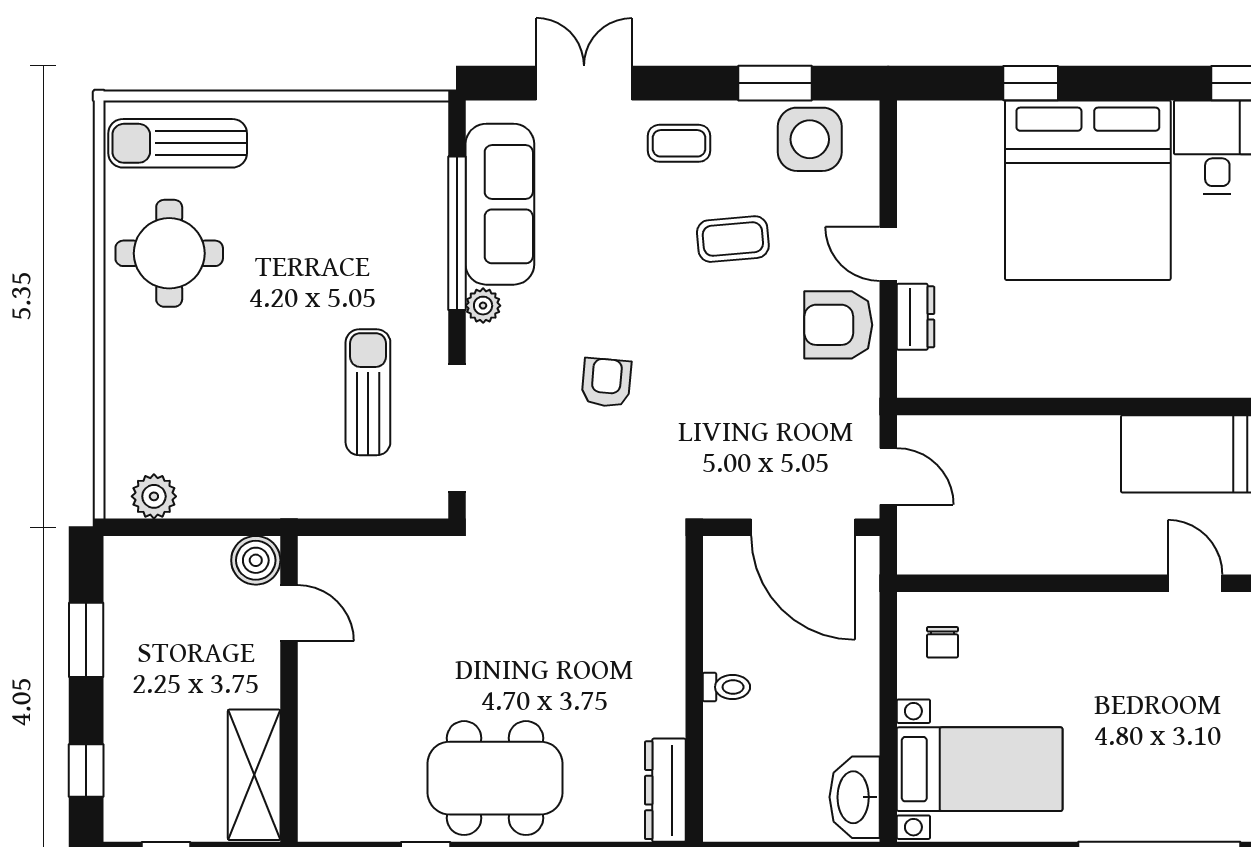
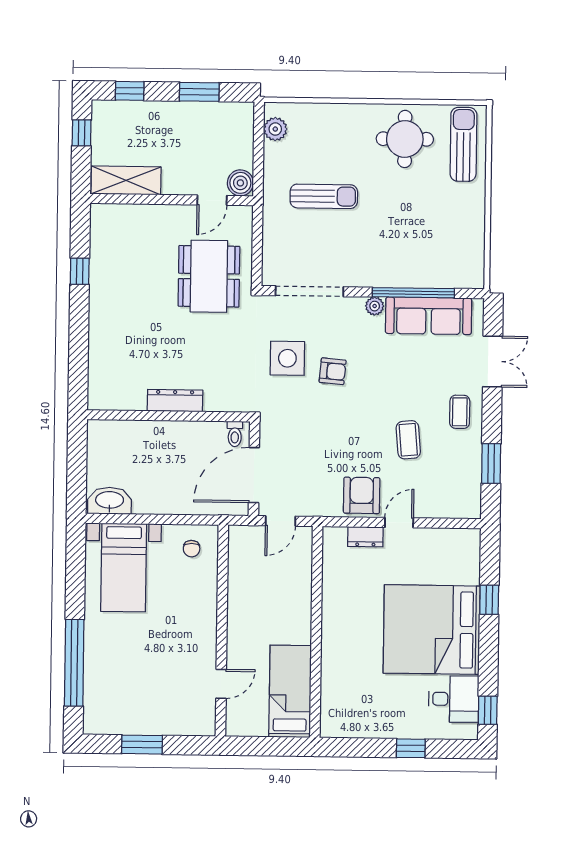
side table: (810, 139) -> (287, 358), moved
sun lounger: (368, 392) -> (324, 196), moved
chair: (942, 642) -> (192, 549), turned -90
toilet: (726, 687) -> (235, 434), moved
dining table: (495, 778) -> (209, 276), moved
dresser: (665, 790) -> (175, 401), moved

